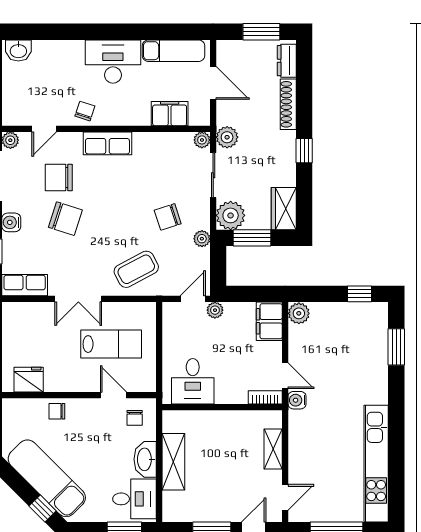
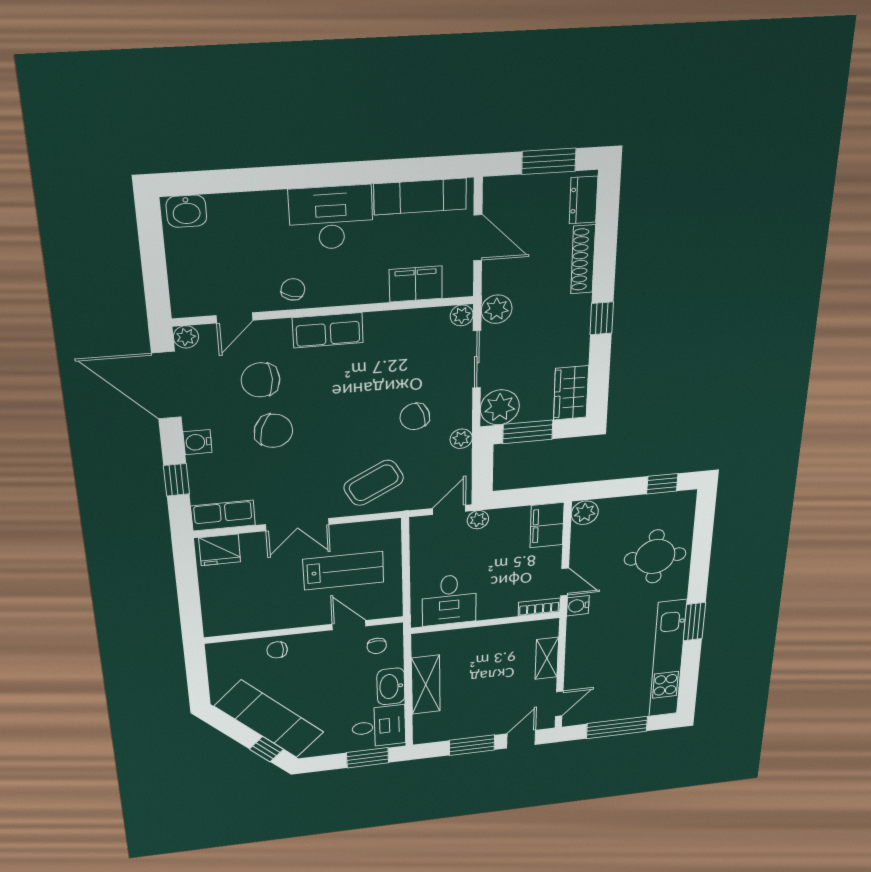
window: (396, 347) -> (694, 622), moved
round table: (358, 361) -> (655, 556), added
fridge: (29, 380) -> (220, 550), moved, turned 180

